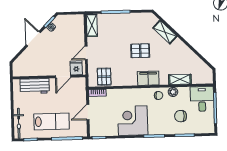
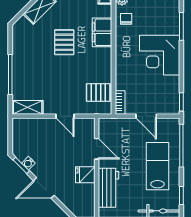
fridge: (76, 68) -> (85, 175), moved

